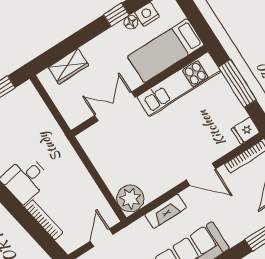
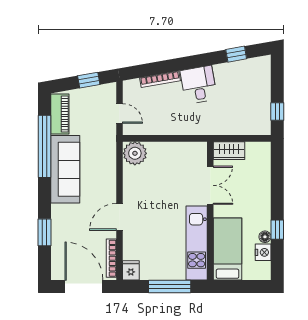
wardrobe: (68, 66) -> (229, 151), moved, turned -90
fireplace: (166, 211) -> (109, 173), removed

